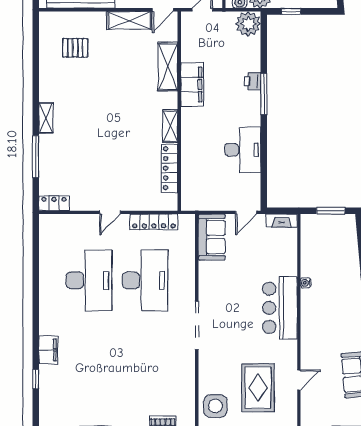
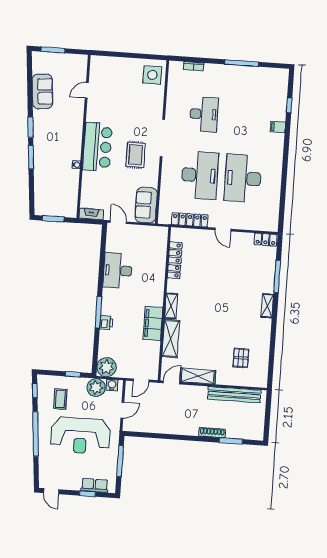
pallet: (75, 48) -> (241, 358), turned 90
shelving: (170, 126) -> (171, 306), moved
door: (110, 212) -> (223, 229), swing flipped
door: (246, 212) -> (118, 222), hinge flipped
desk: (145, 280) -> (200, 175), turned 180
filing cabinet: (48, 350) -> (278, 127), width x0.50
desk: (145, 360) -> (204, 114), added
rug: (258, 388) -> (136, 155), moved, width x0.73, depth x0.70

